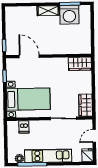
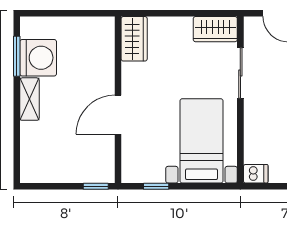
door: (29, 56) -> (118, 115), moved
dishwasher: (24, 127) -> (256, 174), moved

